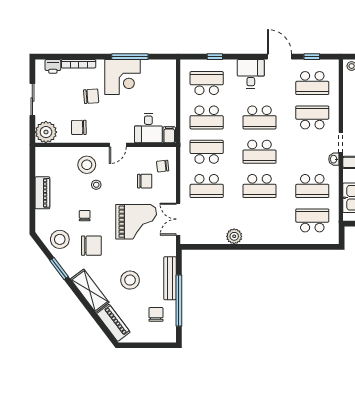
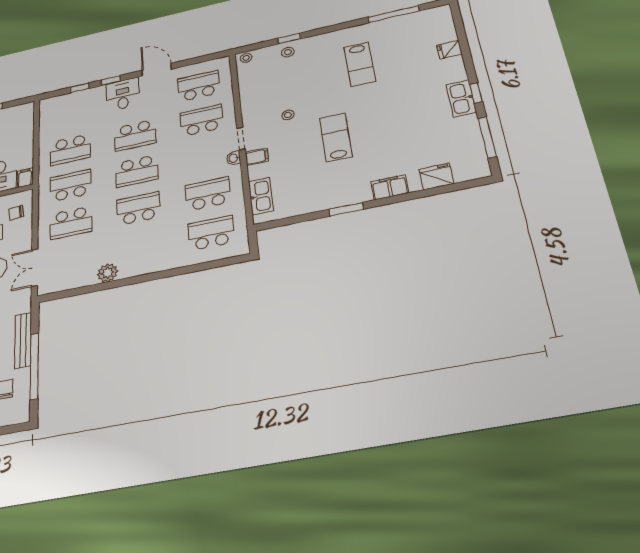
window: (312, 57) -> (111, 81), moved
school desk: (207, 83) -> (70, 116), removed
school desk: (312, 83) -> (199, 86), turned 180
school desk: (259, 186) -> (139, 208), turned 180
school desk: (312, 186) -> (208, 194), turned 180

